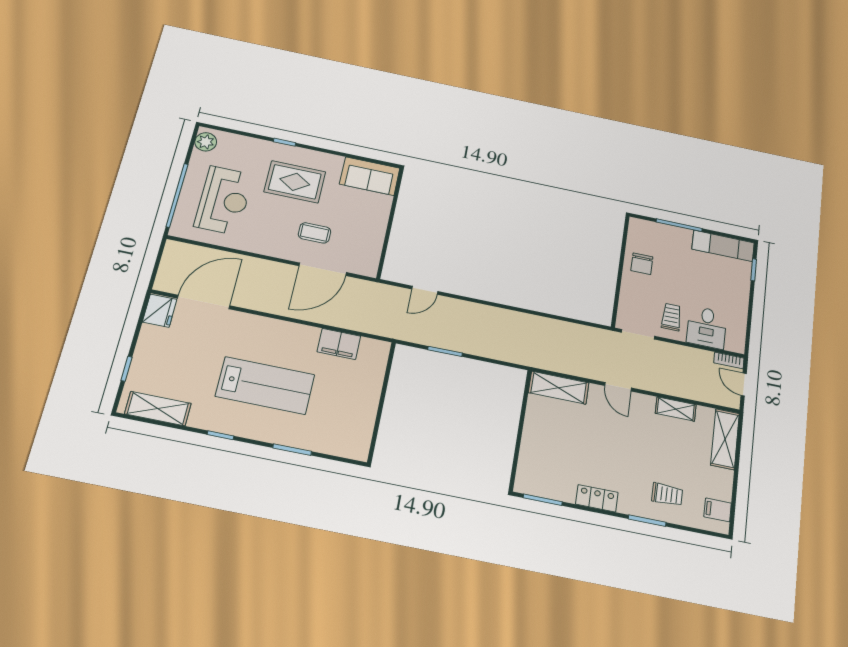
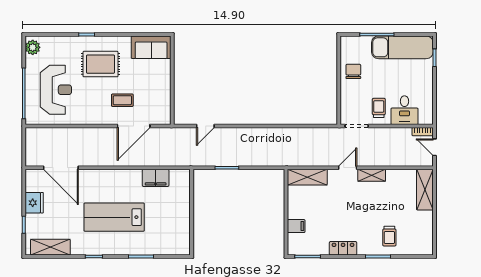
exam couch: (723, 246) -> (402, 47), width x1.36, depth x1.45
chair: (642, 264) -> (353, 71), turned 180
door: (204, 302) -> (61, 168), swing flipped
fridge: (160, 311) -> (34, 203), moved
lab bench: (265, 385) -> (114, 217), turned 180
door: (618, 387) -> (348, 168), swing flipped
shelving: (676, 409) -> (372, 175), moved
trolley: (667, 494) -> (389, 236), turned 90
filing cabinet: (718, 510) -> (296, 226), moved, turned 180

